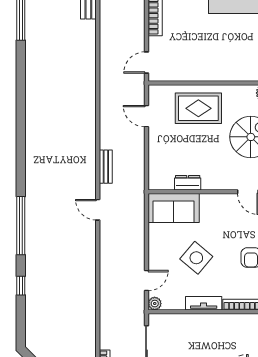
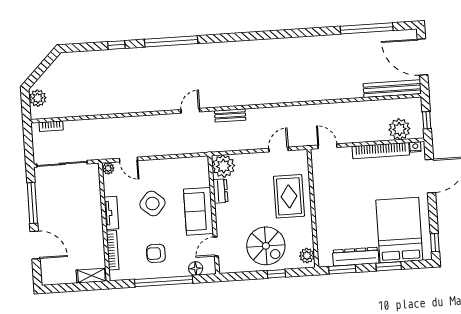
plant: (161, 177) -> (223, 166), added
sofa: (174, 208) -> (199, 211), moved

